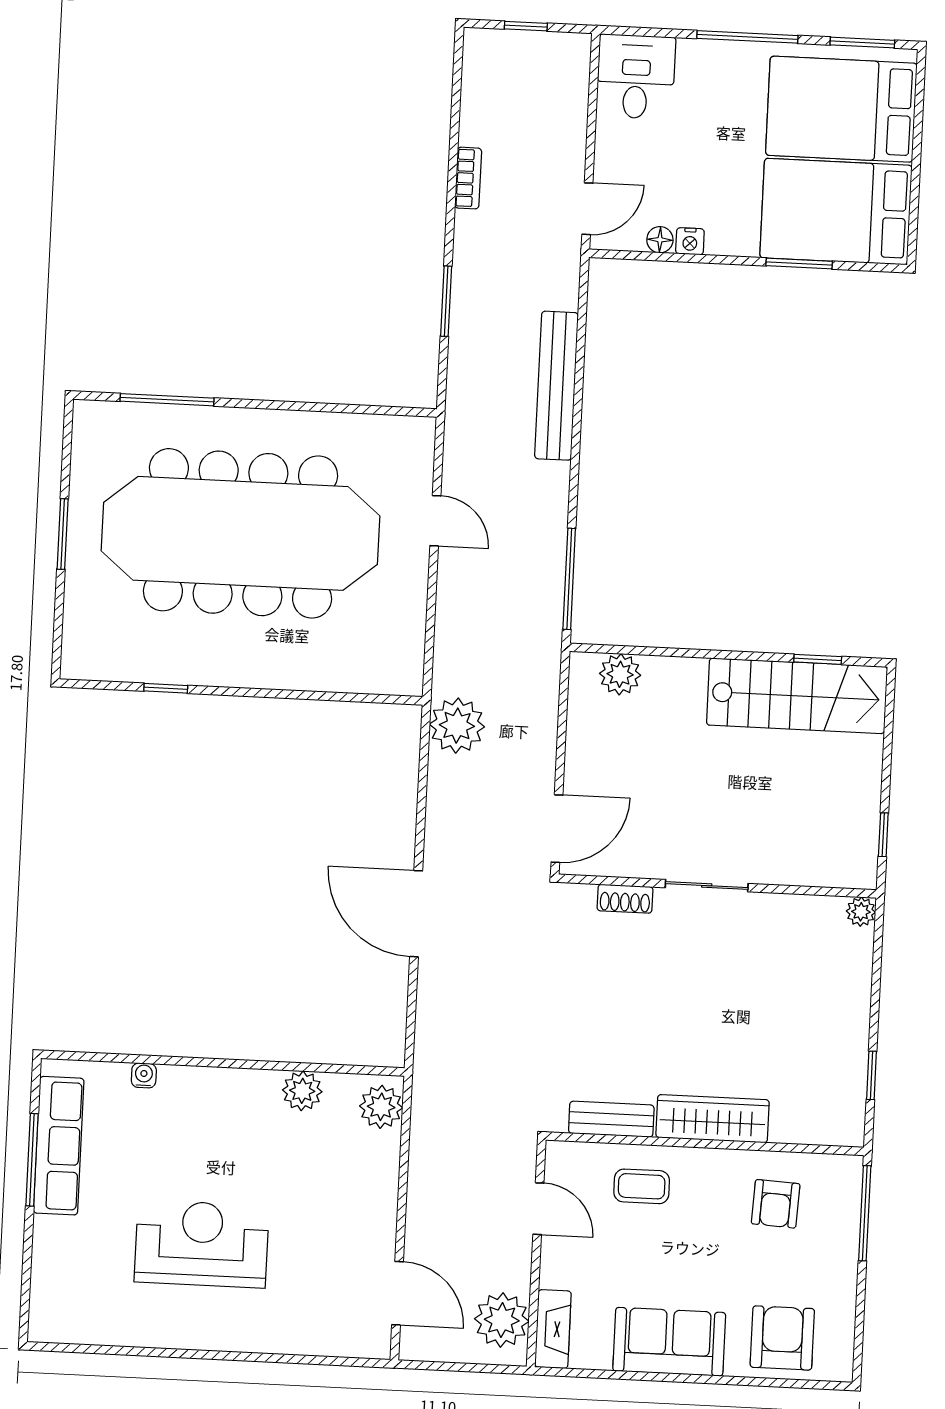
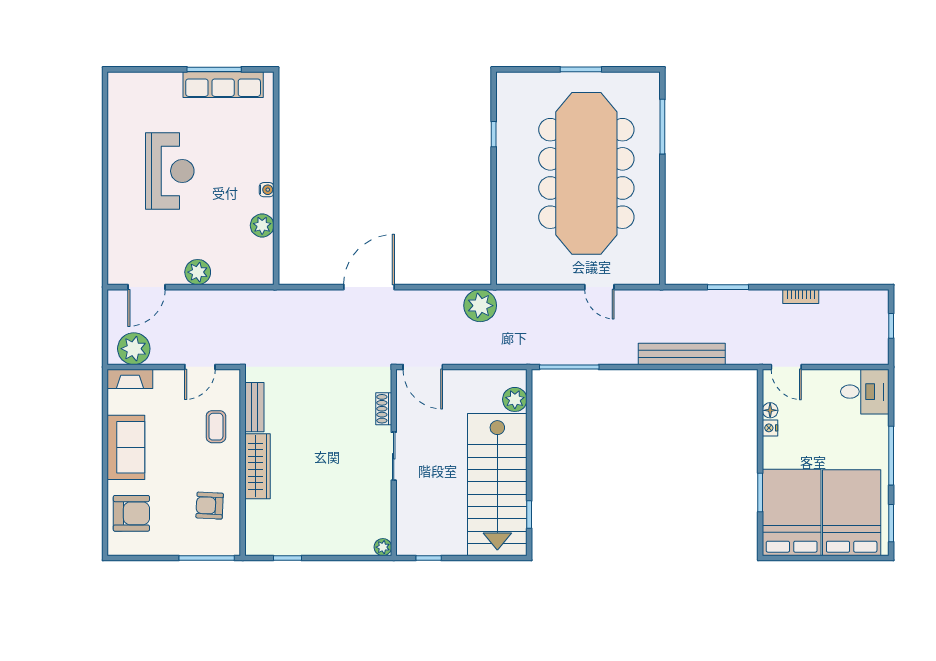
door: (435, 521) -> (599, 287), hinge flipped
stairs: (797, 696) -> (497, 485), width x1.36, depth x1.51
water cooler: (144, 1075) -> (267, 190), moved
plant: (381, 1107) -> (198, 272), moved

